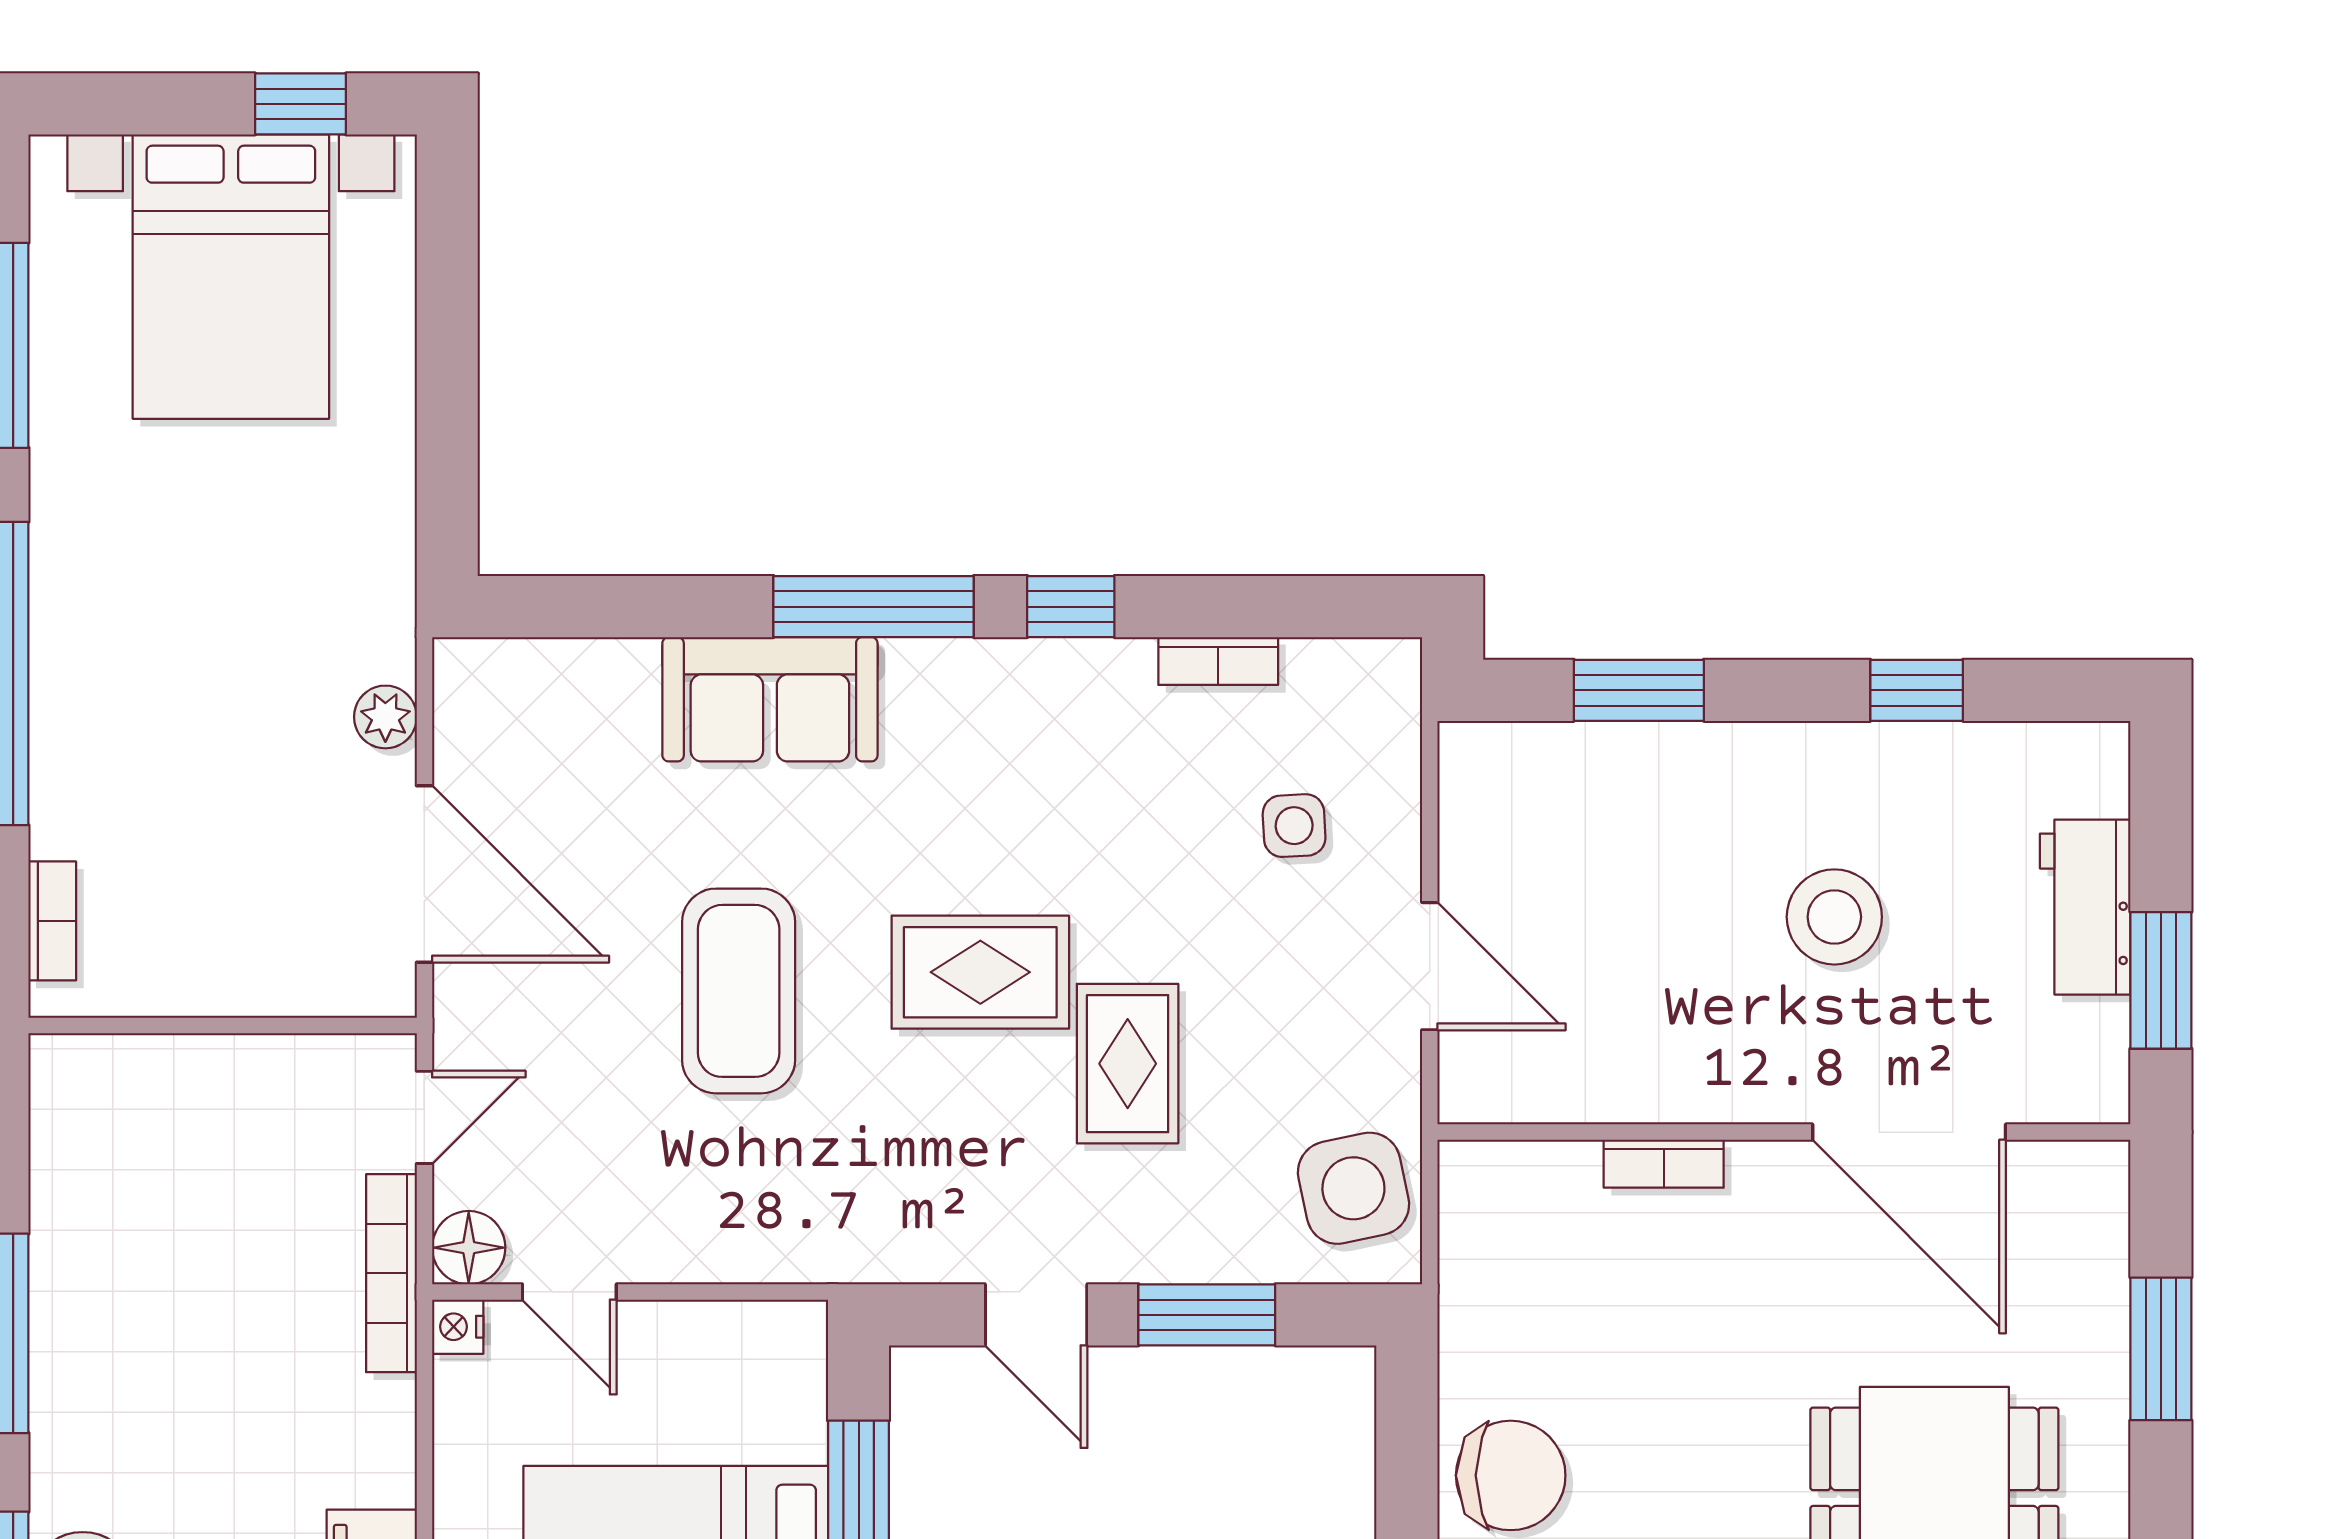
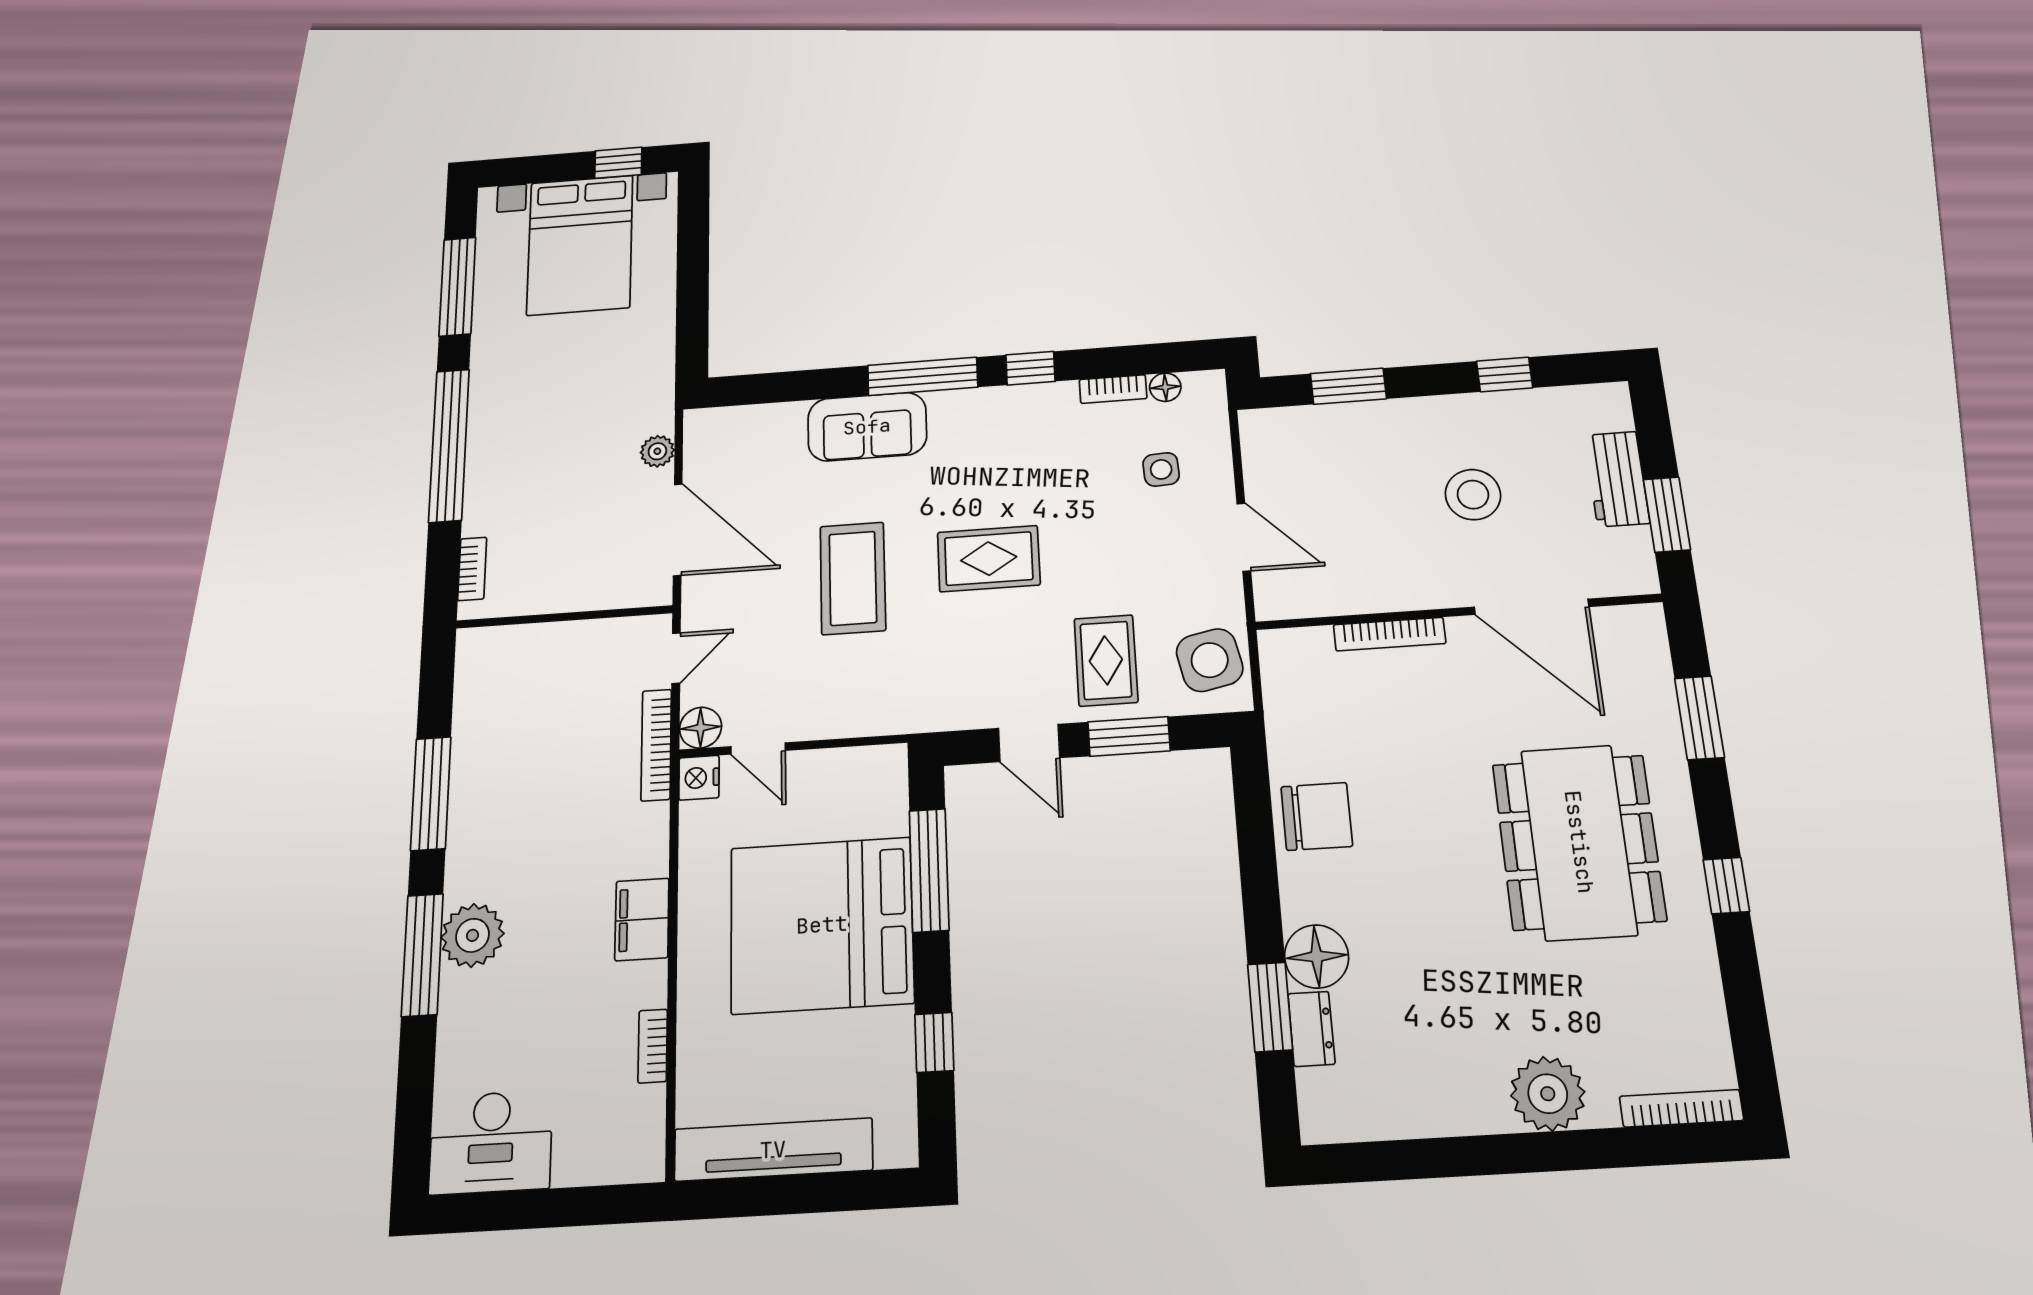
floor lamp: (1312, 665) -> (1165, 387), added
rug: (1128, 1064) -> (1106, 660), moved
bookcase: (1664, 1164) -> (1390, 634), width x1.56
nightstand: (458, 1327) -> (699, 778), width x1.39, depth x1.35

